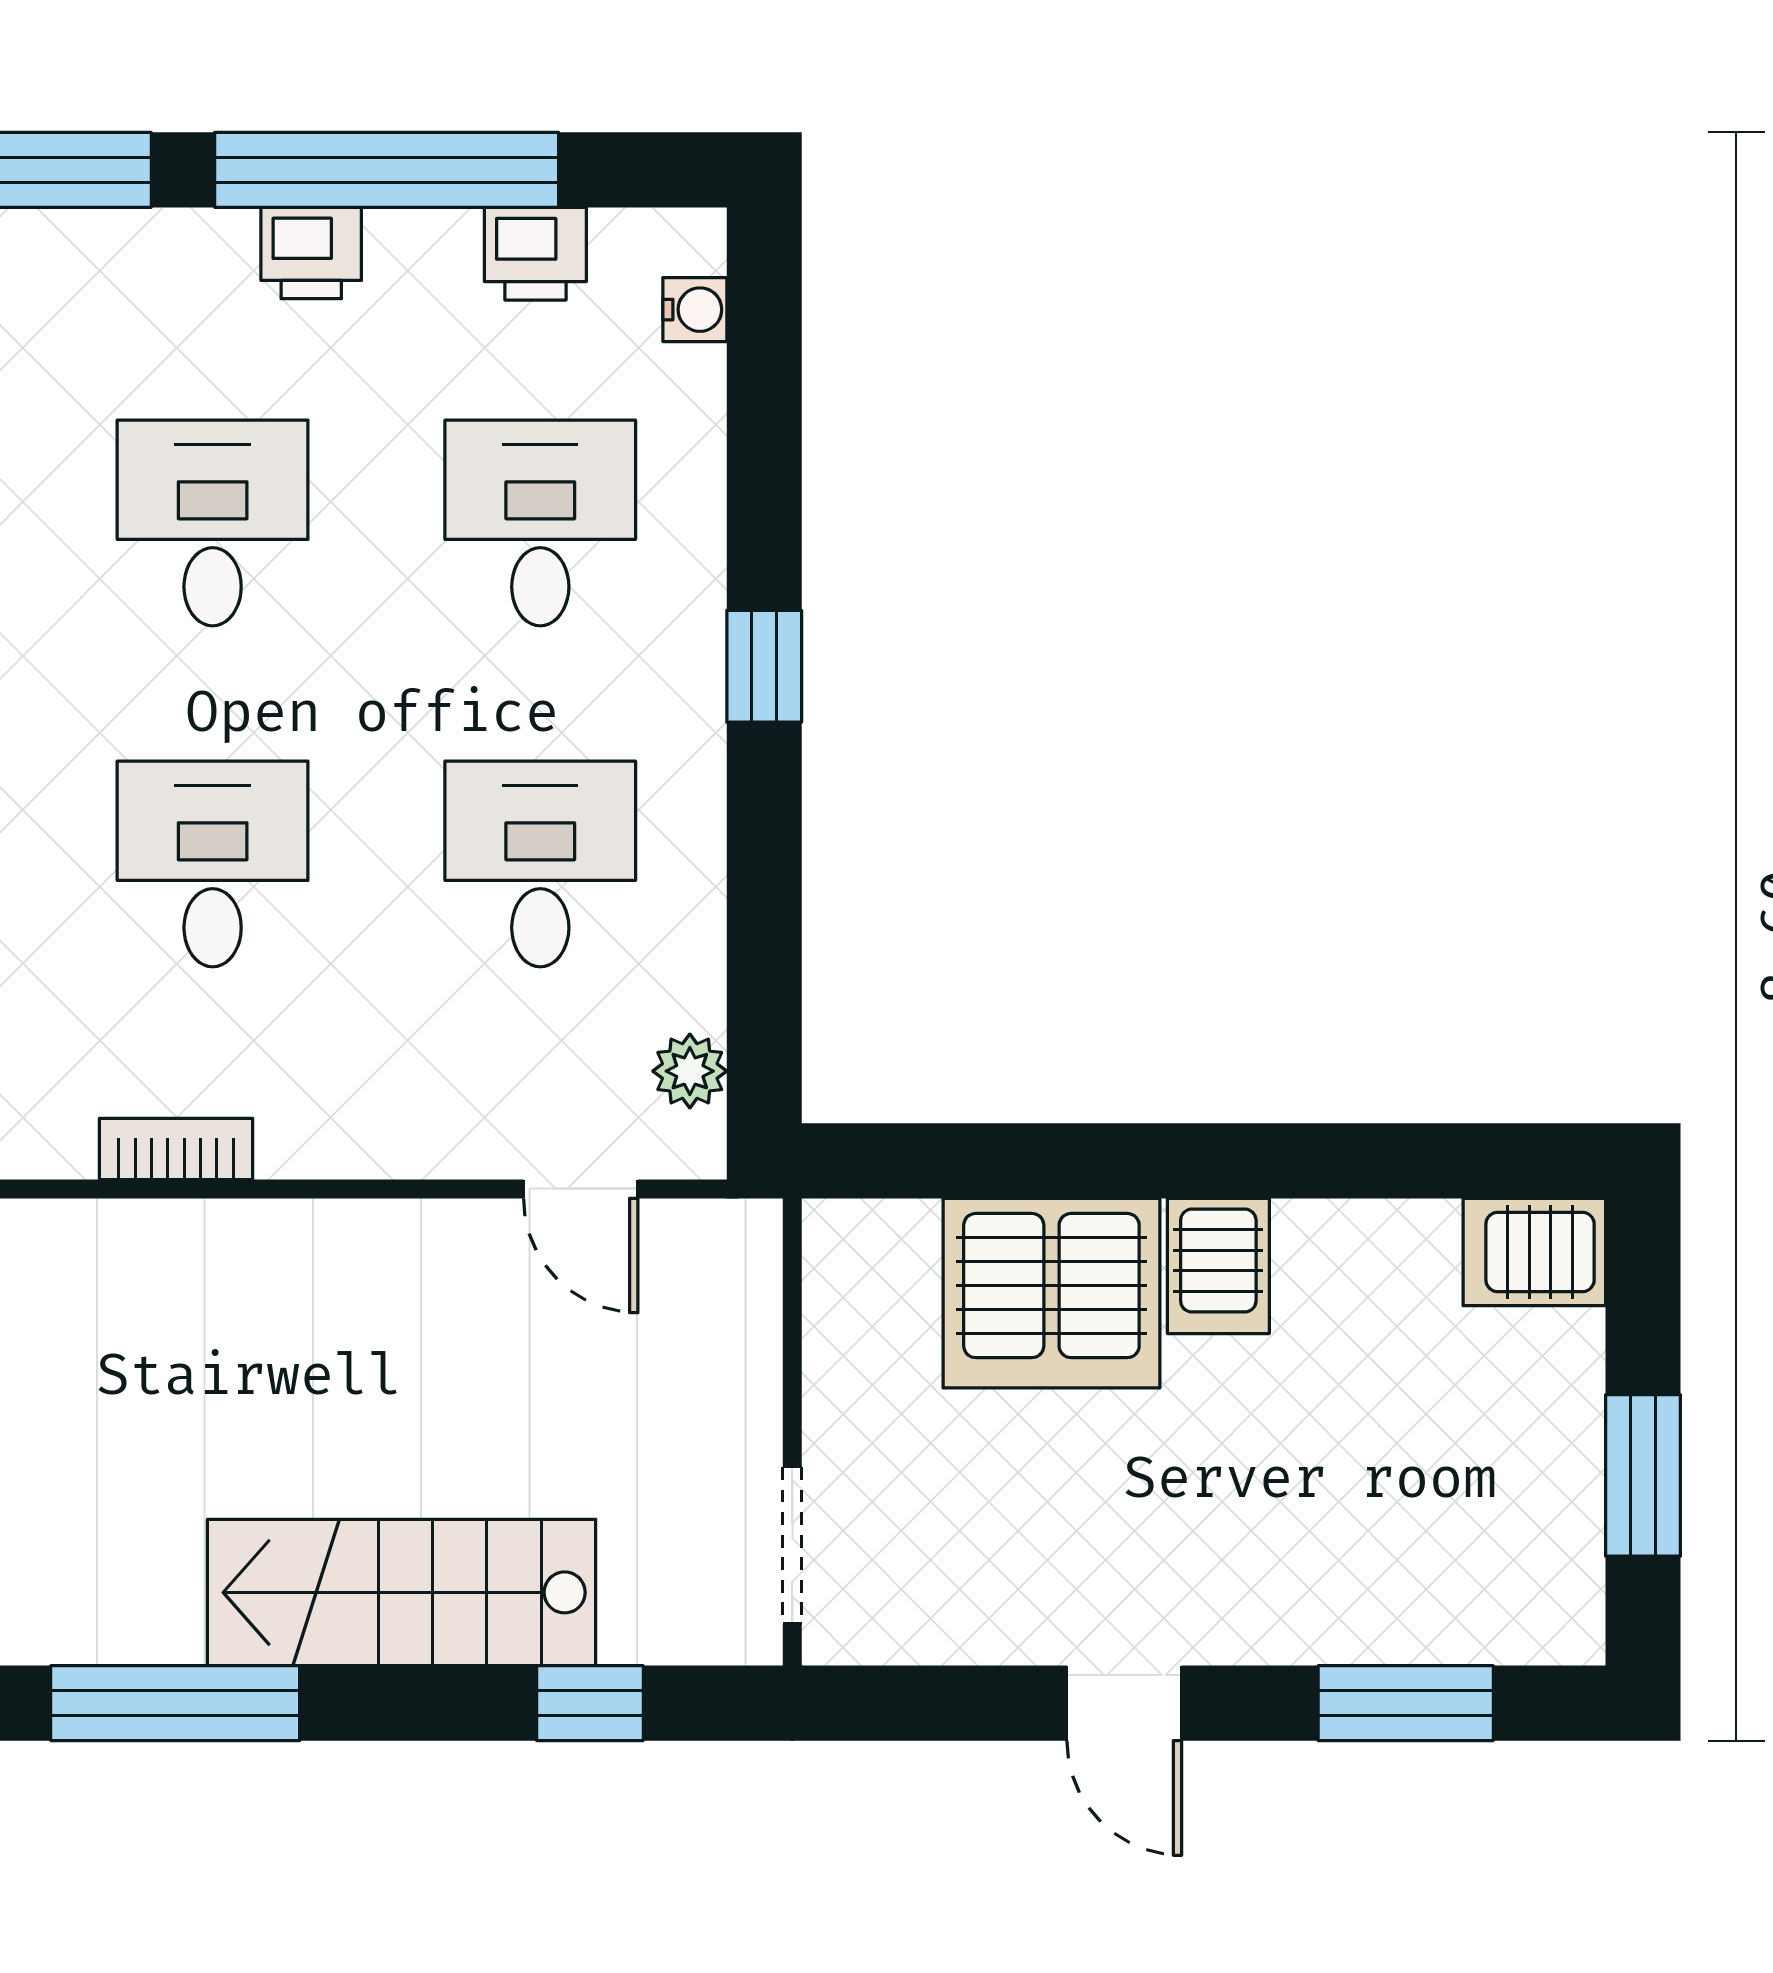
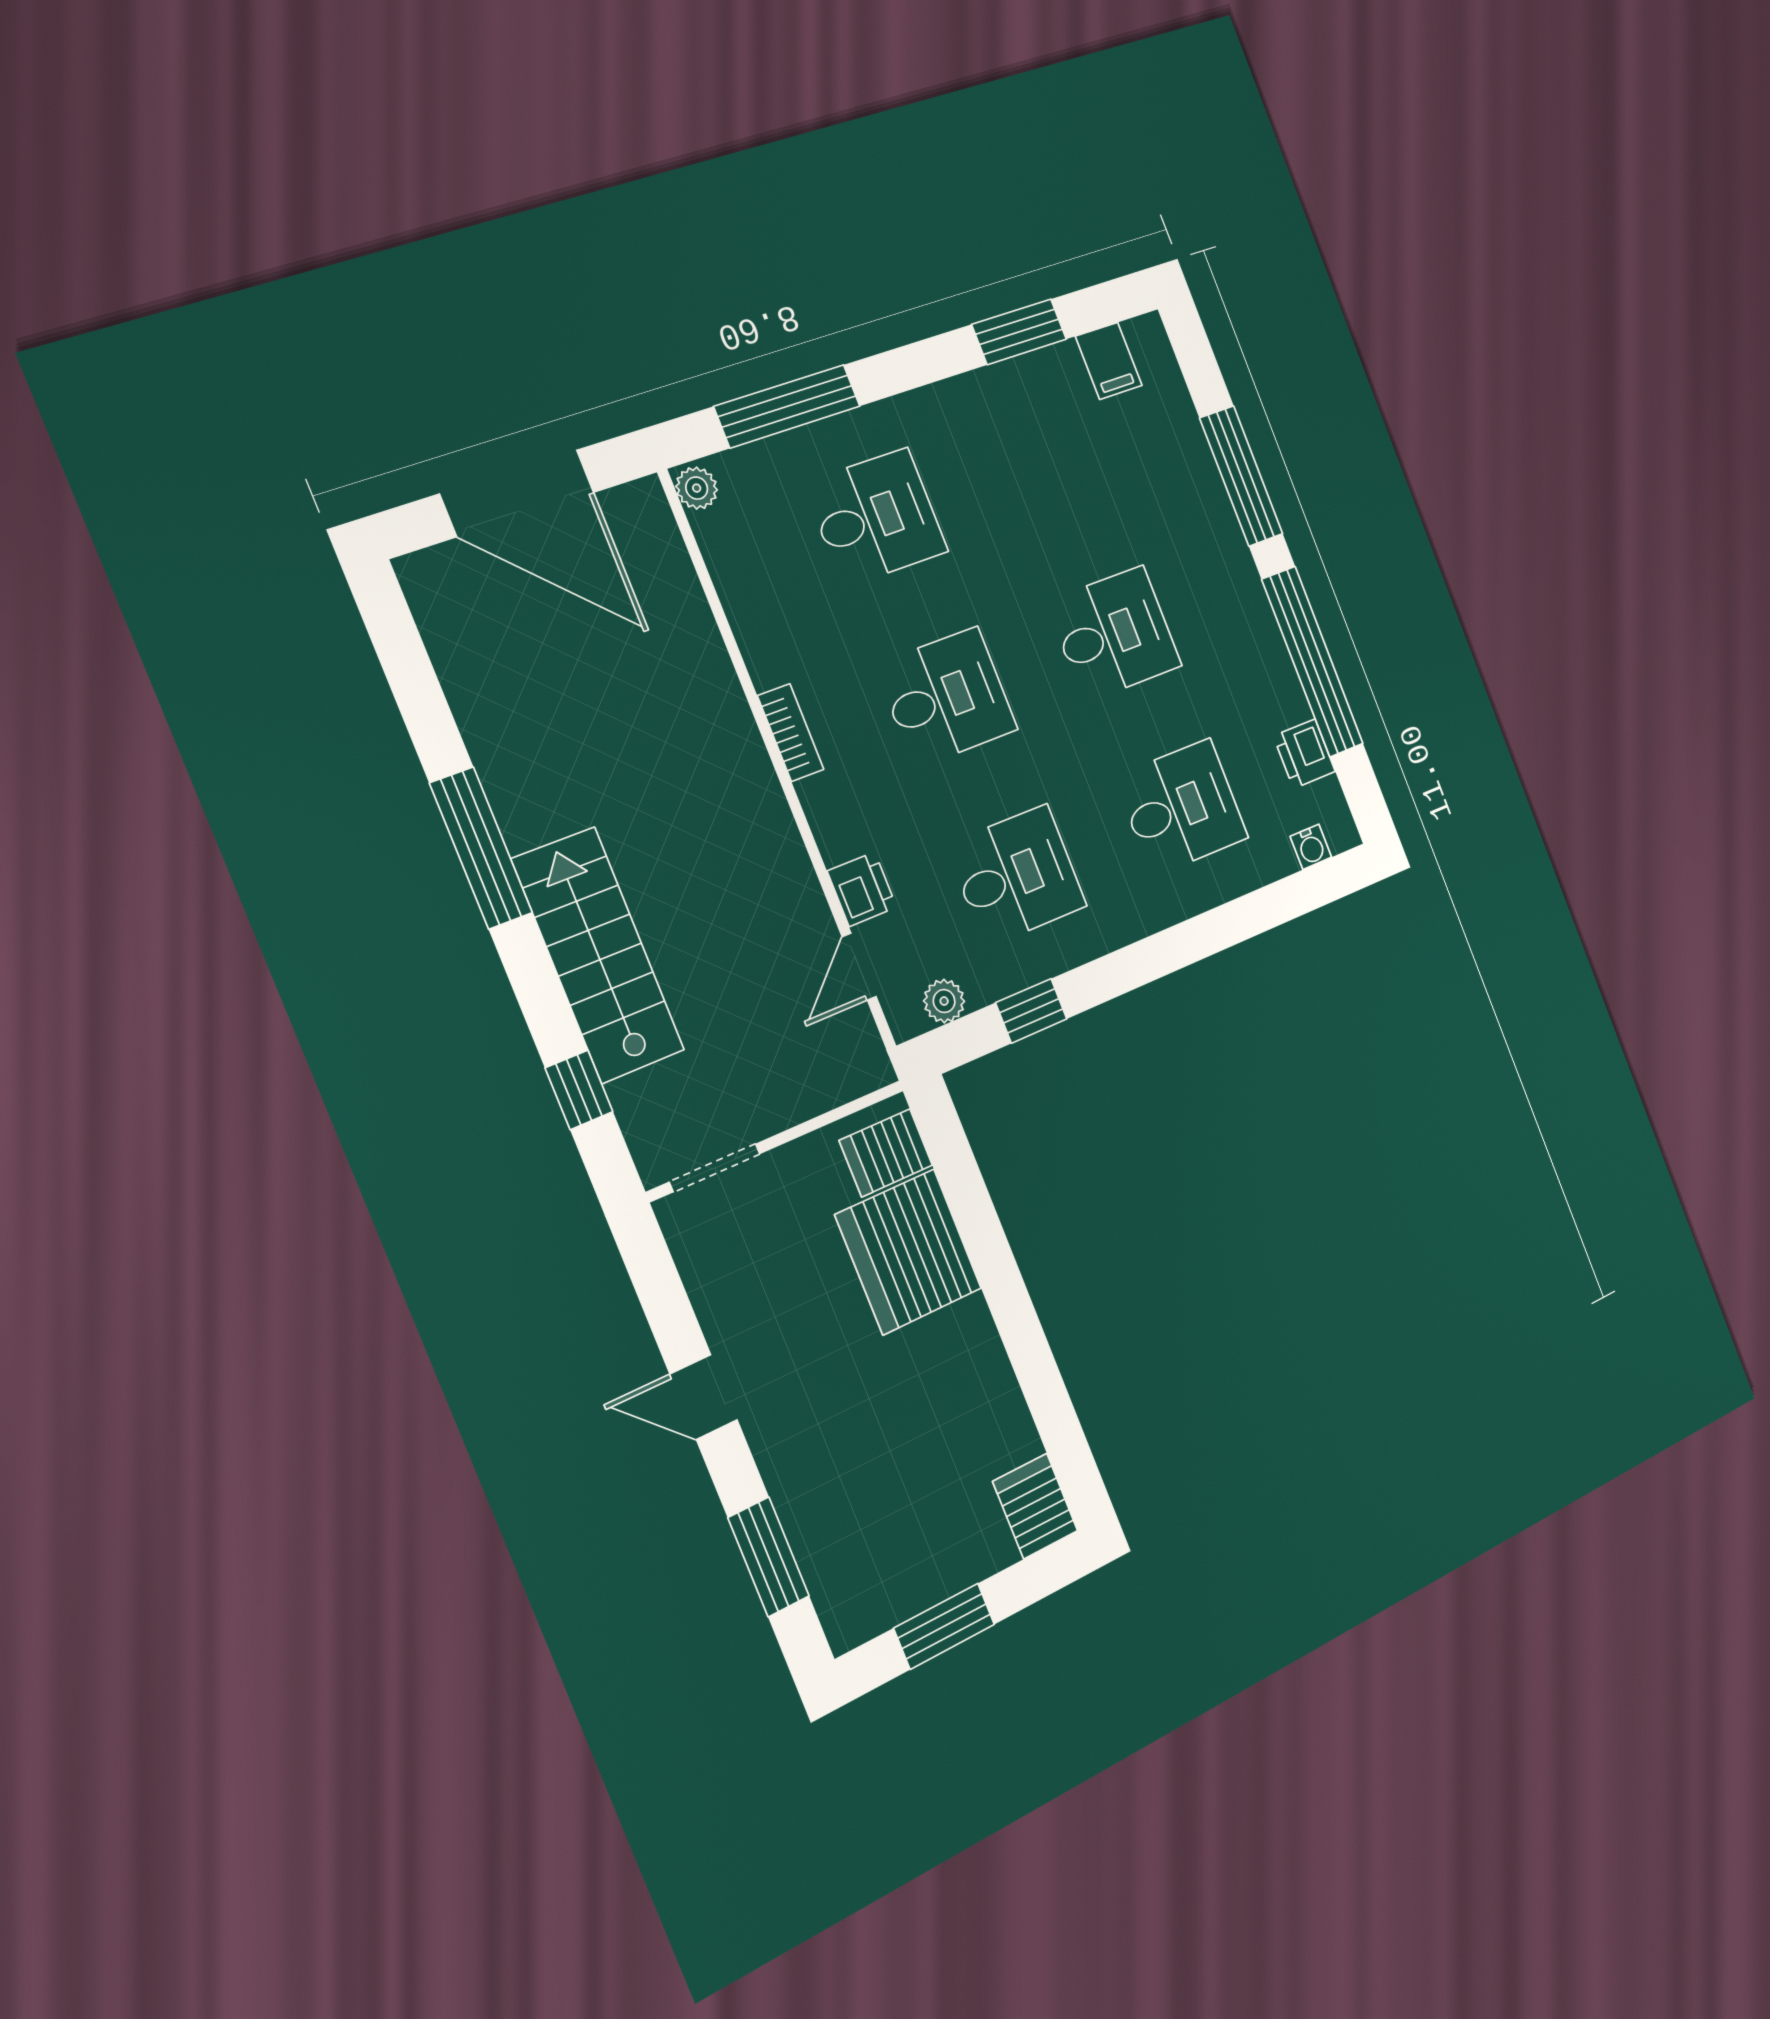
printer: (311, 253) -> (862, 889), moved, turned 180
window: (764, 666) -> (1031, 1011), moved
server rack: (1218, 1266) -> (886, 1153), moved
door: (1124, 1703) -> (704, 1397), hinge flipped

